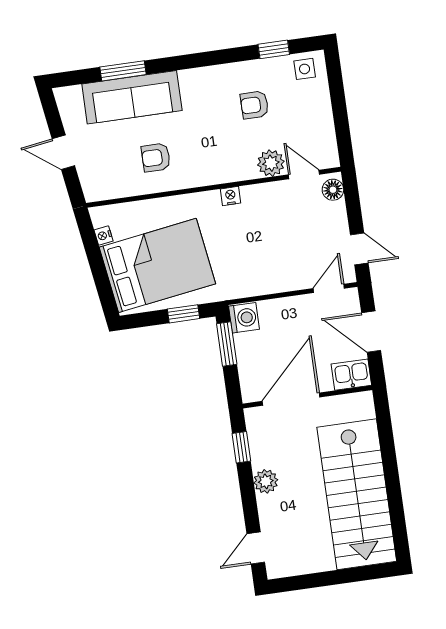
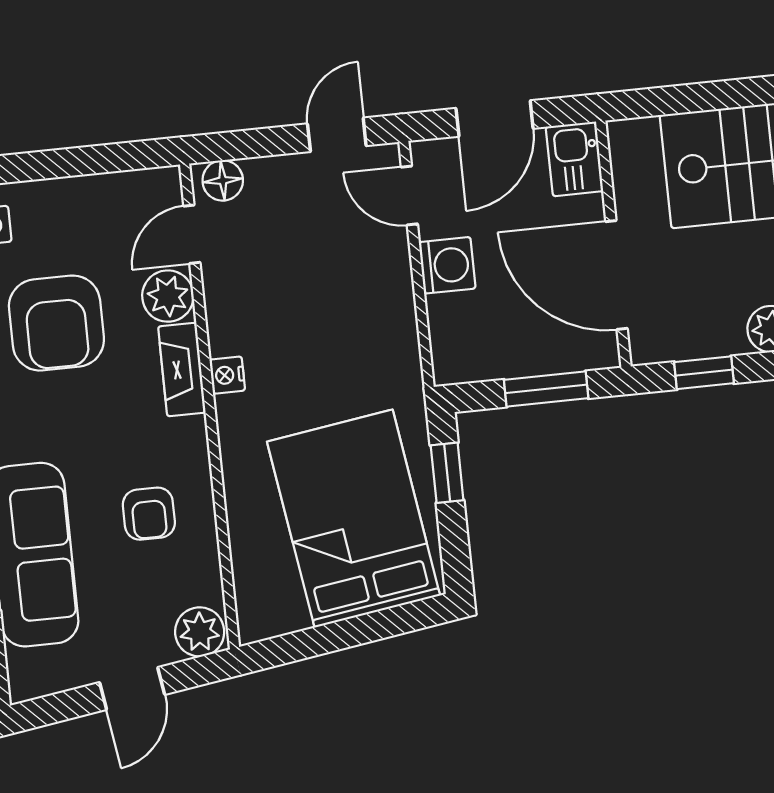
armchair: (254, 105) -> (56, 323), width x1.88, depth x1.88
fireplace: (232, 172) -> (182, 370), added
plant: (95, 187) -> (200, 632), added
nightstand: (104, 235) -> (293, 619), removed
washing machine: (244, 318) -> (447, 265), moved, turned 90
window: (227, 344) -> (546, 389), moved

